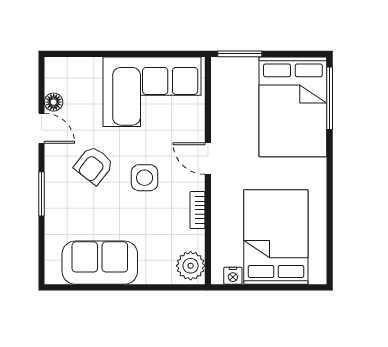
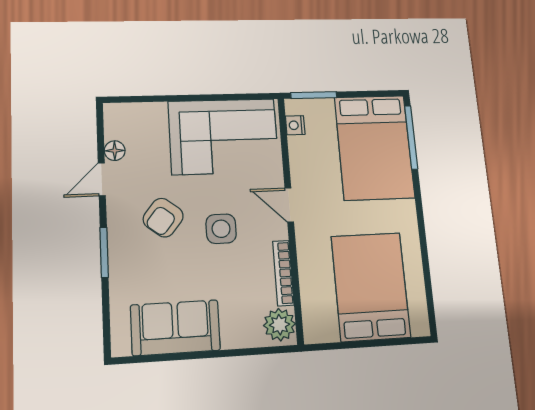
door: (41, 128) -> (102, 179), swing flipped
bookcase: (197, 210) -> (283, 273), width x1.56
nightstand: (233, 276) -> (295, 125), moved, turned 90

